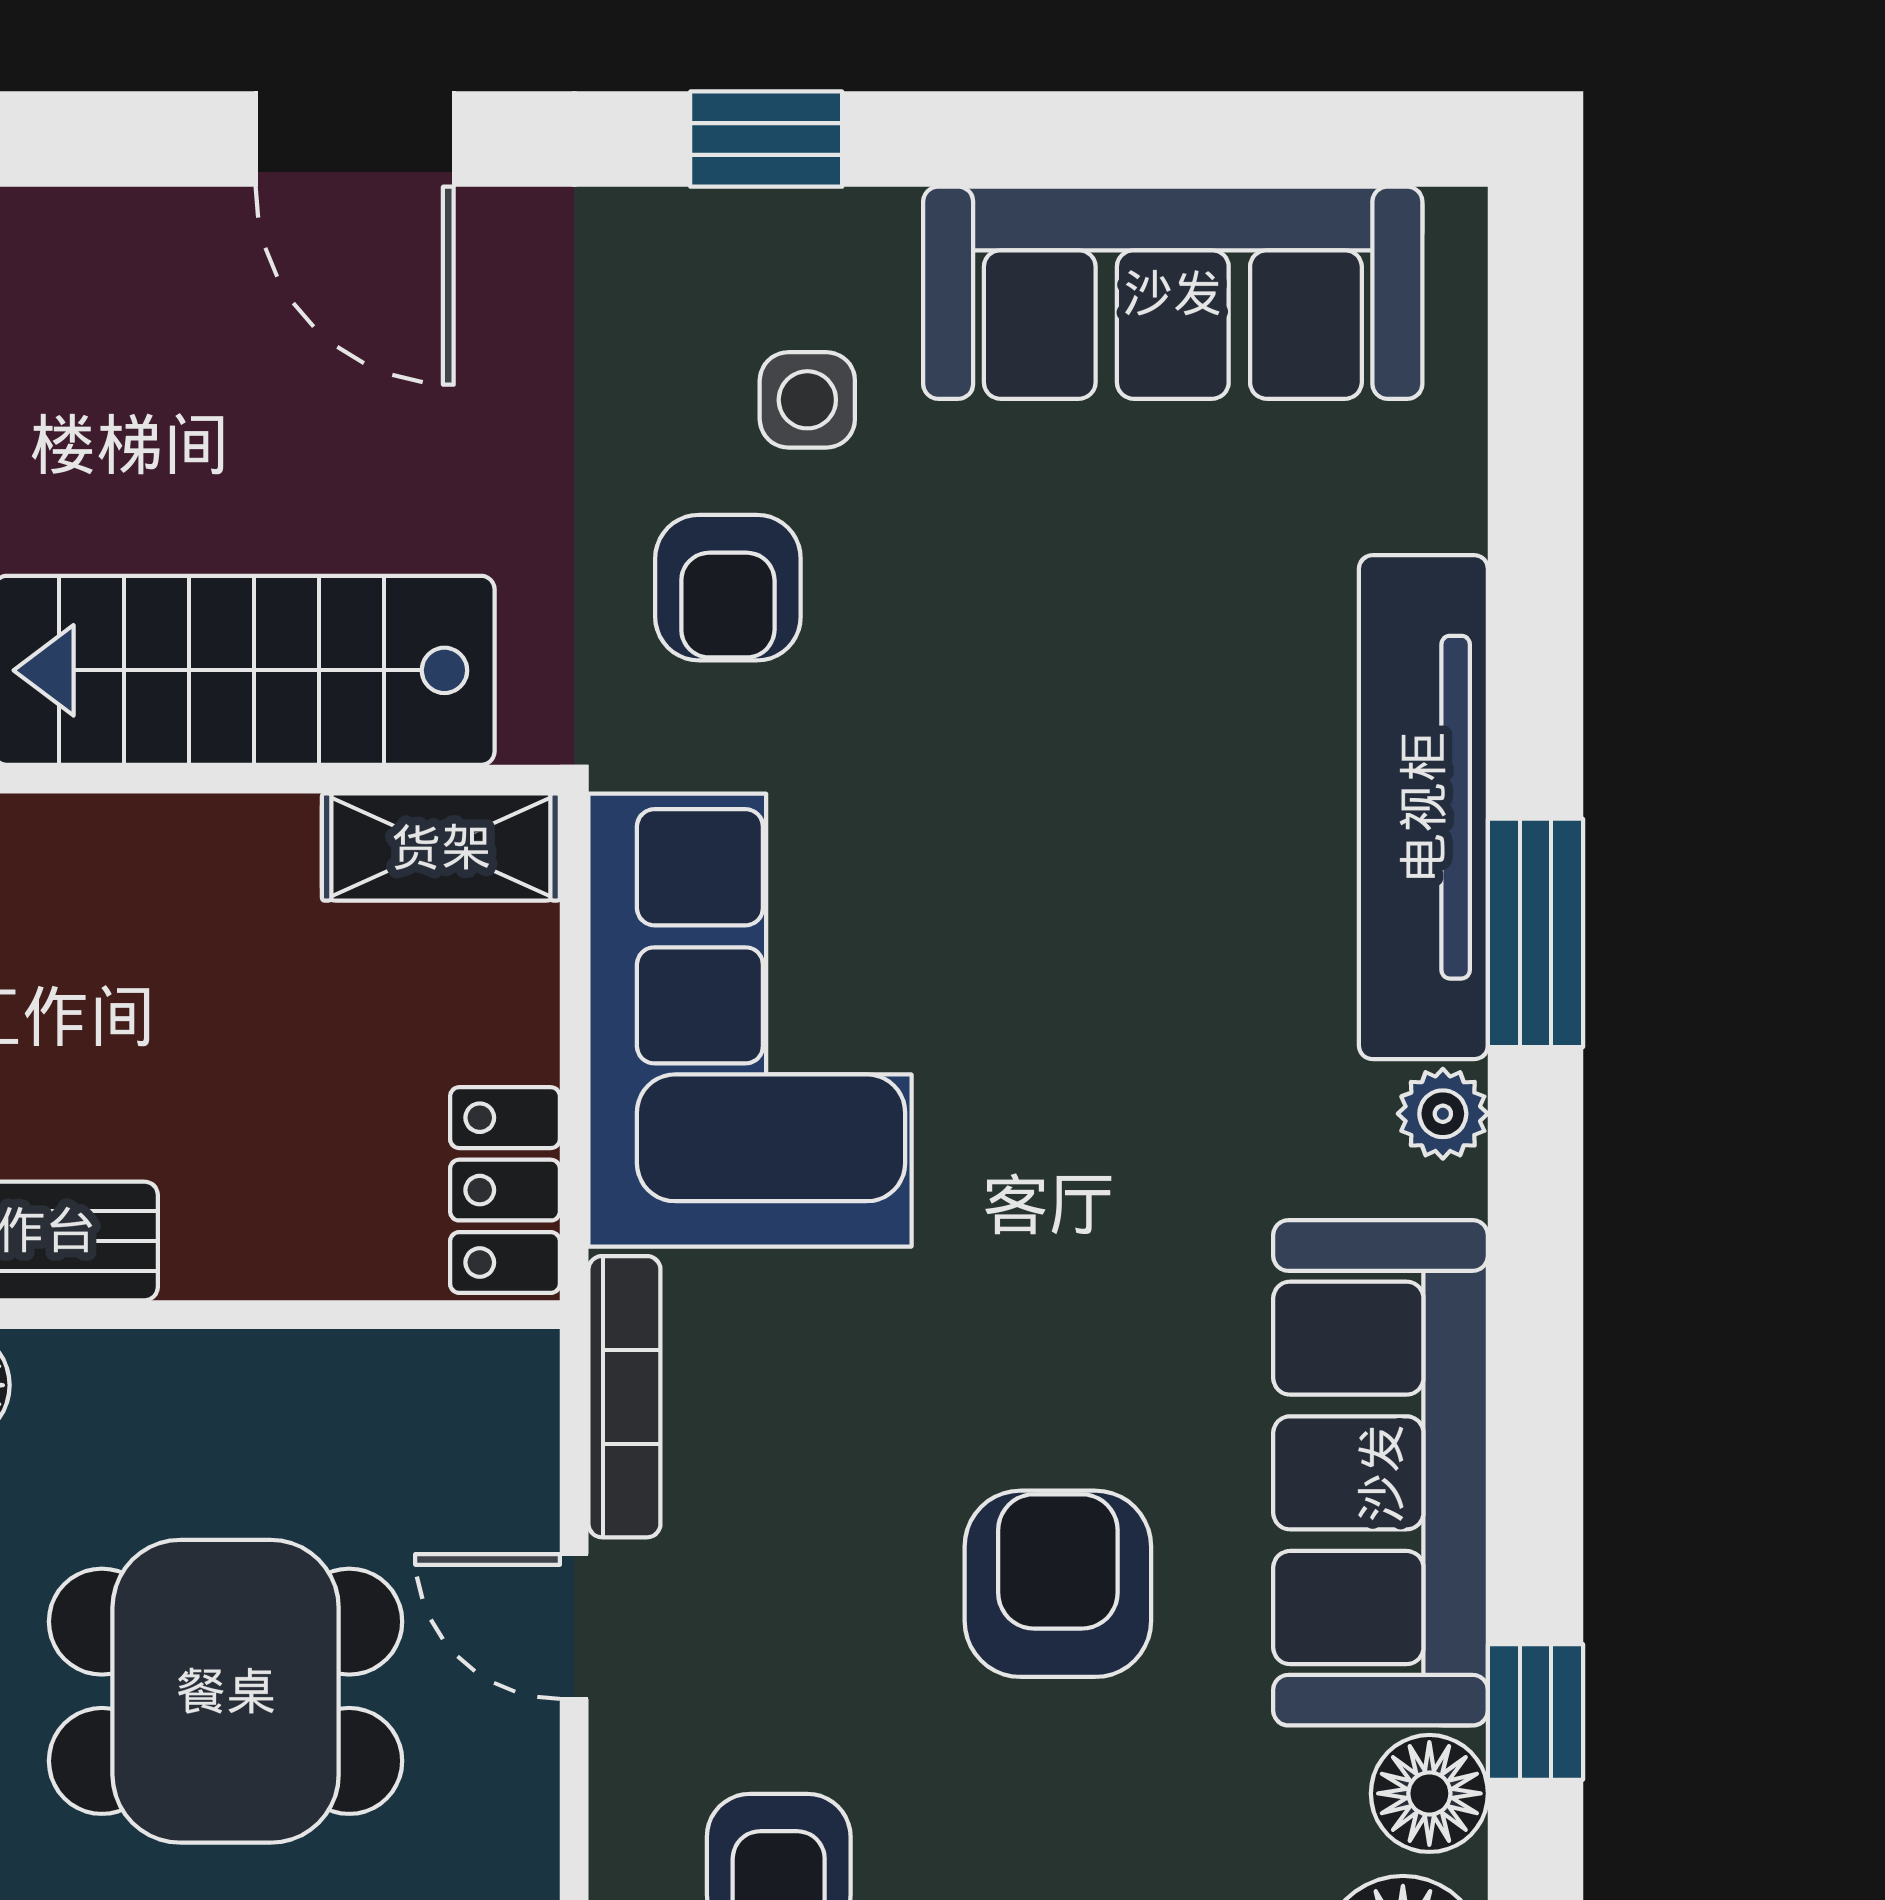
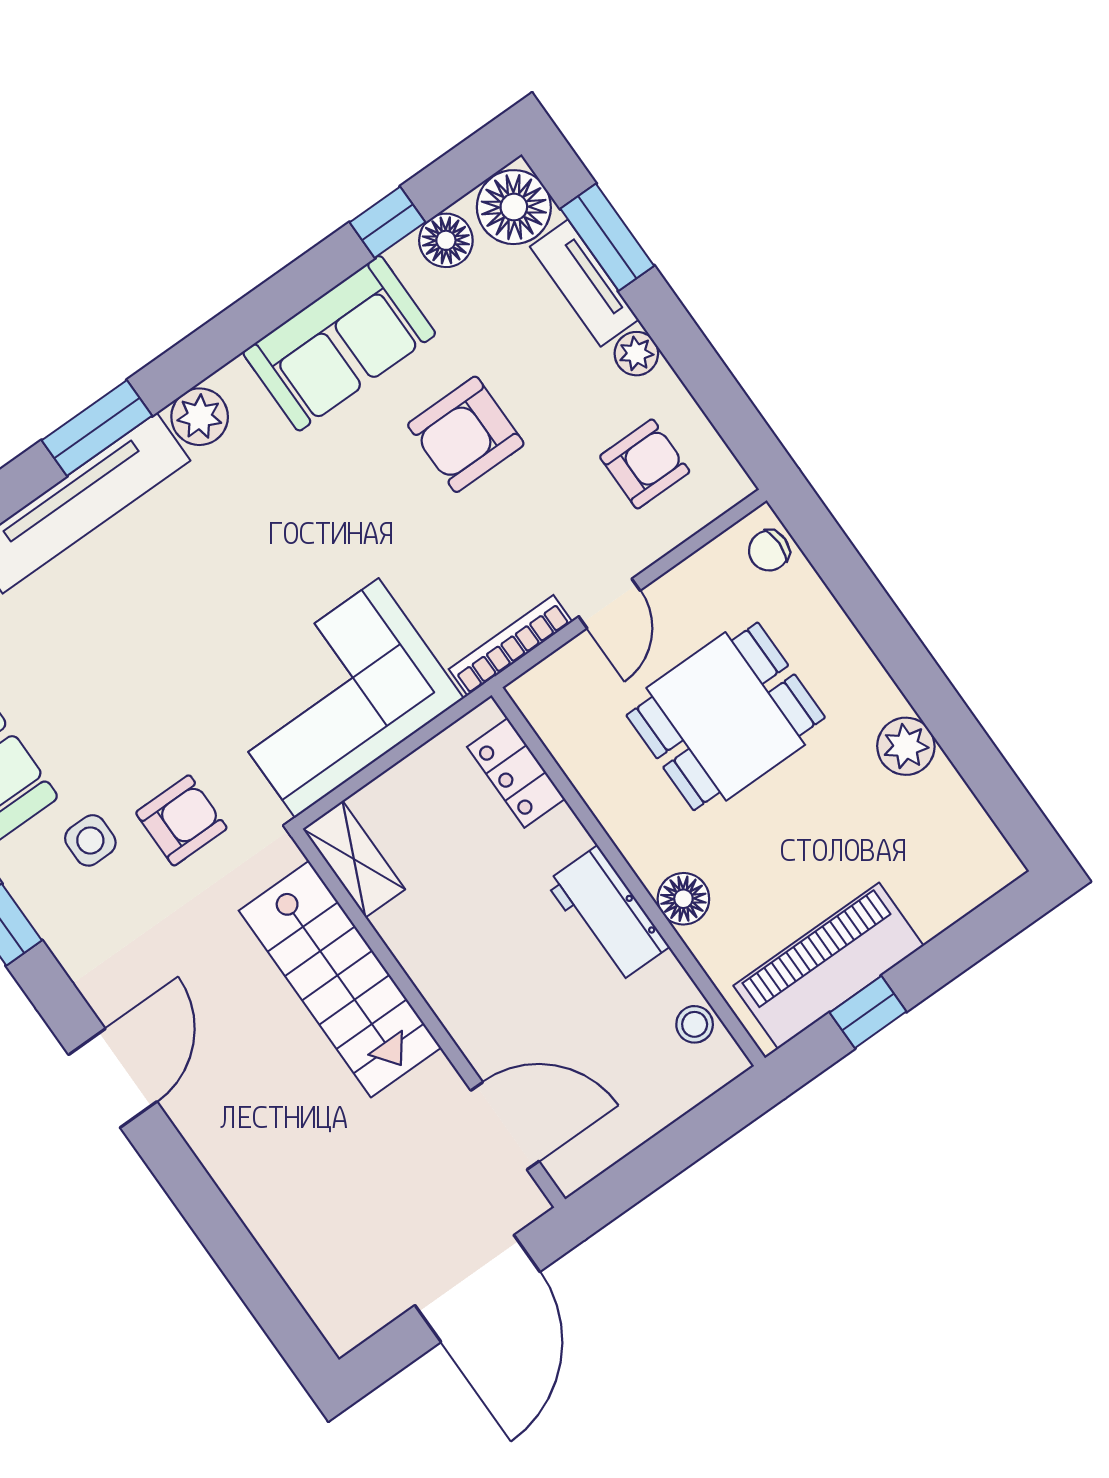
plant: (1443, 1114) -> (200, 417), width x1.38, depth x1.38
locker: (505, 1190) -> (516, 773), moved, turned 90
sofa: (1381, 1473) -> (339, 343), width x0.73
dining table: (226, 1691) -> (726, 716), turned 90

